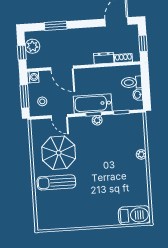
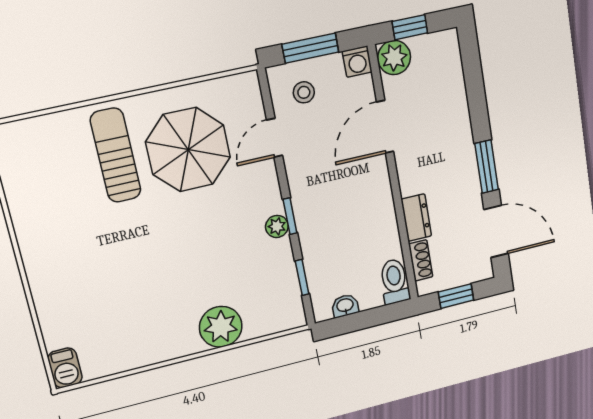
window: (56, 26) -> (487, 167), moved
plant: (32, 46) -> (394, 57), moved
toilet: (132, 82) -> (395, 281), moved
bathtub: (93, 104) -> (313, 210), removed
plant: (141, 154) -> (221, 327), width x1.88, depth x1.88
barbecue: (134, 215) -> (65, 368), width x0.53, depth x0.65

